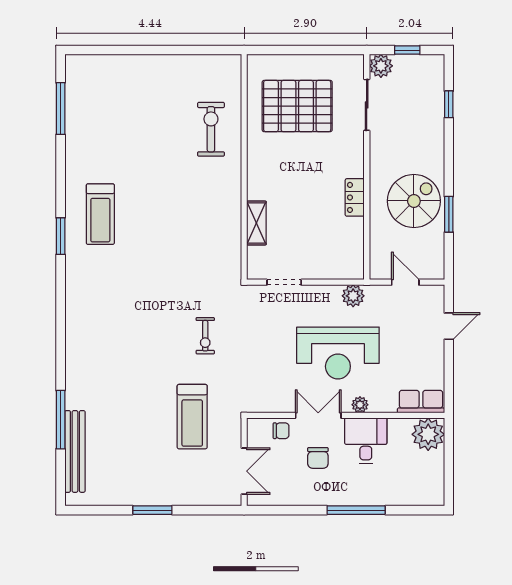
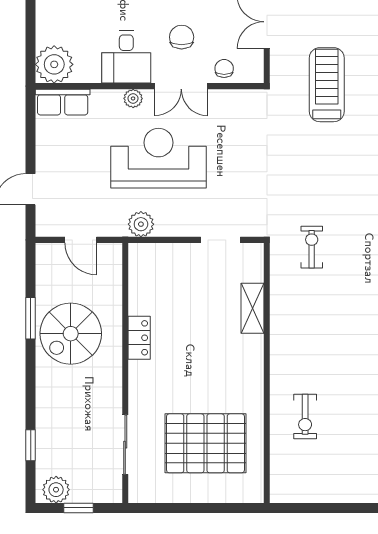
plant: (381, 66) -> (56, 490), moved
exercise bike: (211, 129) -> (305, 417), width x0.73, depth x0.72
exercise bike: (205, 336) -> (312, 247), moved
chair: (281, 431) -> (224, 68), turned 90

